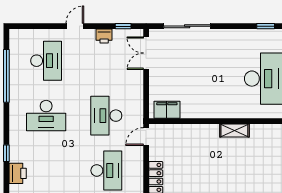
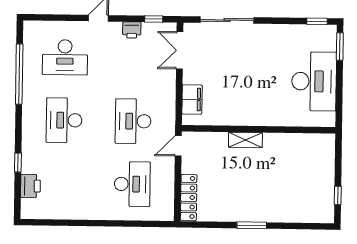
desk: (46, 61) -> (65, 57), turned 90
filing cabinet: (167, 110) -> (192, 99), moved, turned 90
desk: (46, 116) -> (64, 120), turned 90
shelving: (234, 131) -> (245, 140), moved

